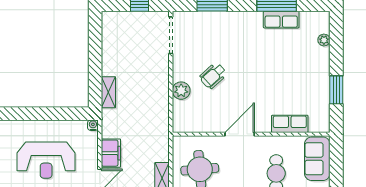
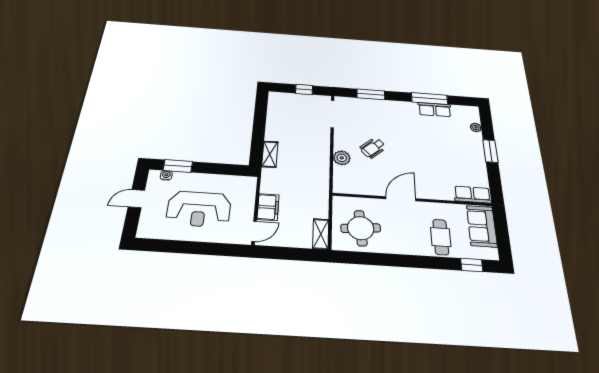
window: (336, 90) -> (490, 151), moved
window: (20, 114) -> (178, 166), added
row of seats: (290, 124) -> (473, 195), moved
water cooler: (93, 125) -> (166, 175), moved

